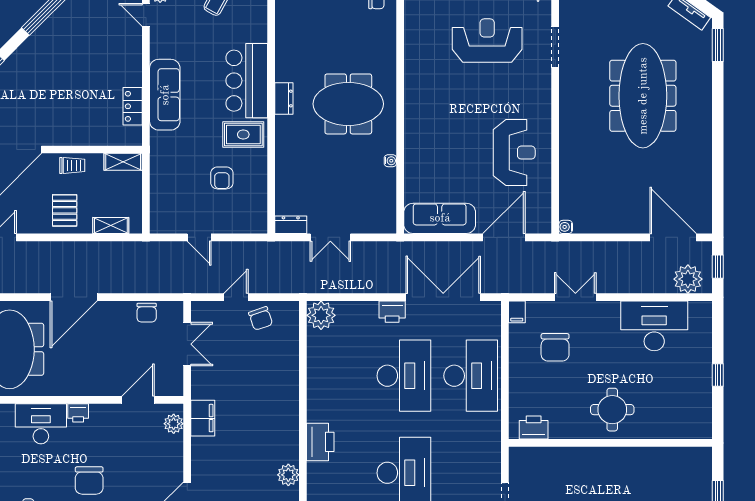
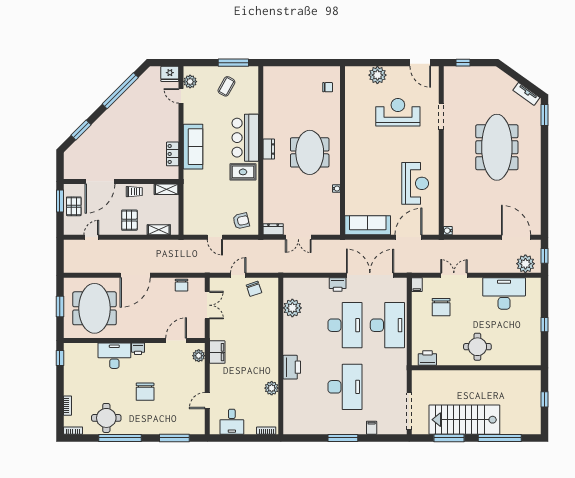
meeting table: (348, 104) -> (310, 152), turned 90
armchair: (222, 178) -> (241, 221), moved, turned -103
plant: (321, 315) -> (292, 308), moved

